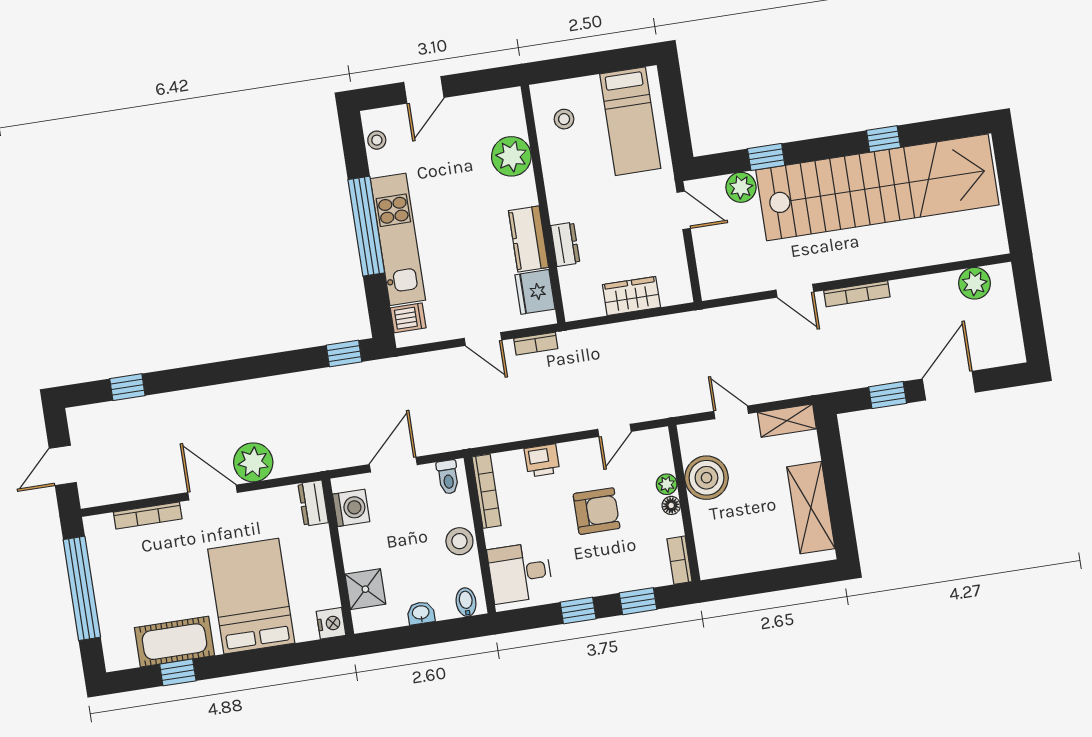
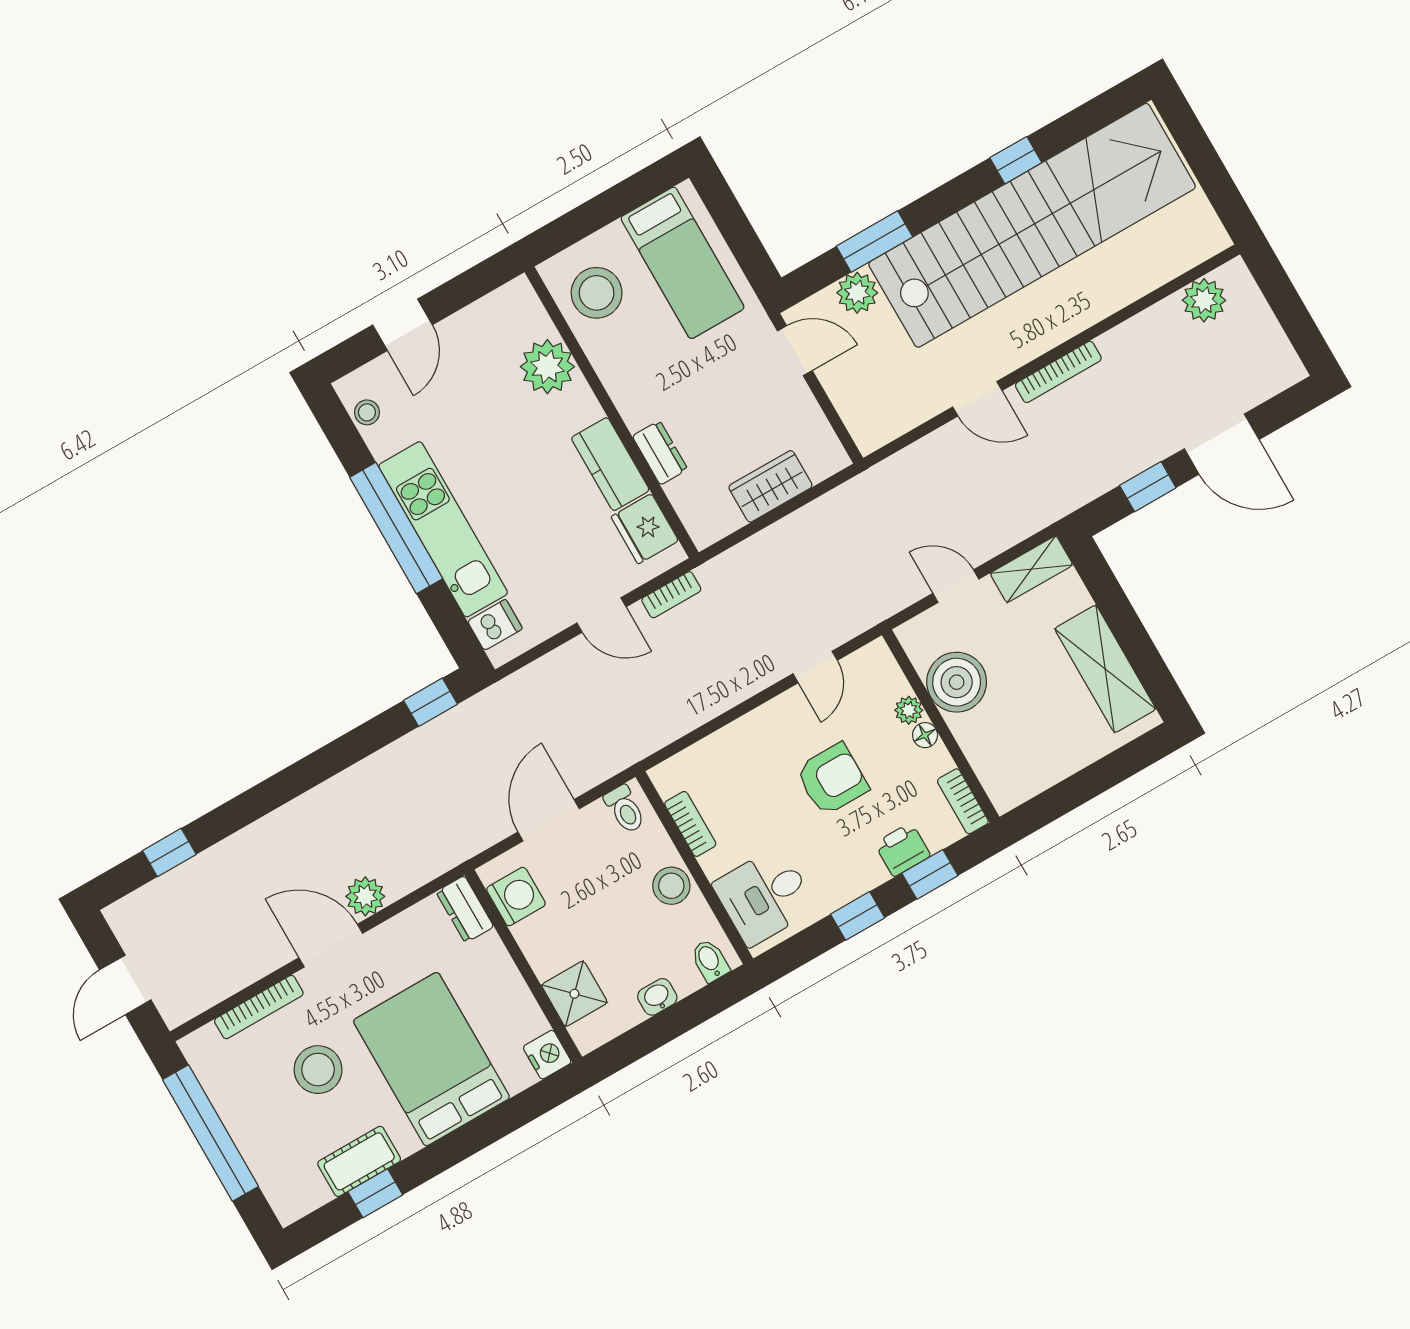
stool: (564, 119) -> (597, 293), width x1.89, depth x1.89
window: (766, 157) -> (874, 241), width x1.50
door: (949, 386) -> (1222, 444), swing flipped
printer: (542, 460) -> (902, 850), moved, turned 180
plant: (253, 462) -> (365, 896), width x0.73, depth x0.73
bookcase: (487, 491) -> (690, 824), width x0.64
stool: (171, 573) -> (318, 1070), added
cot: (175, 642) -> (359, 1161), width x0.73, depth x0.75

